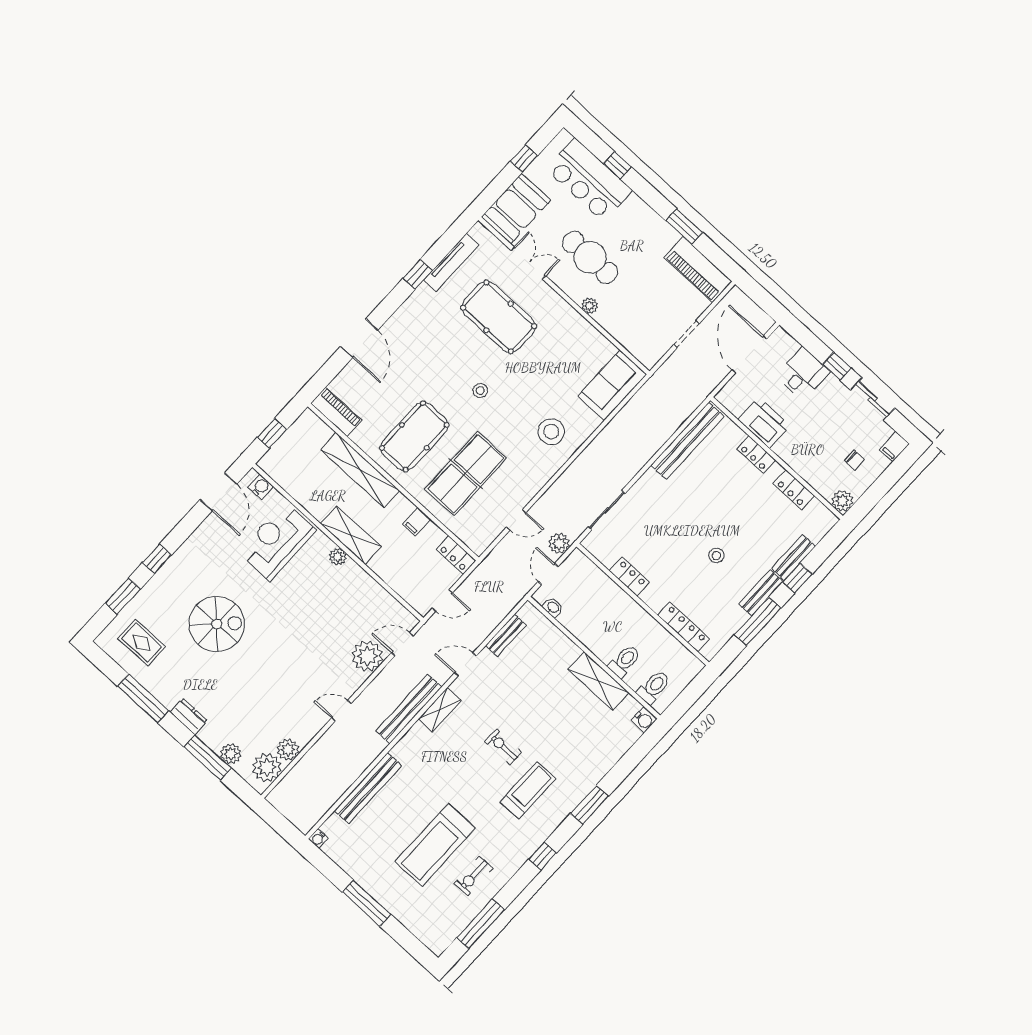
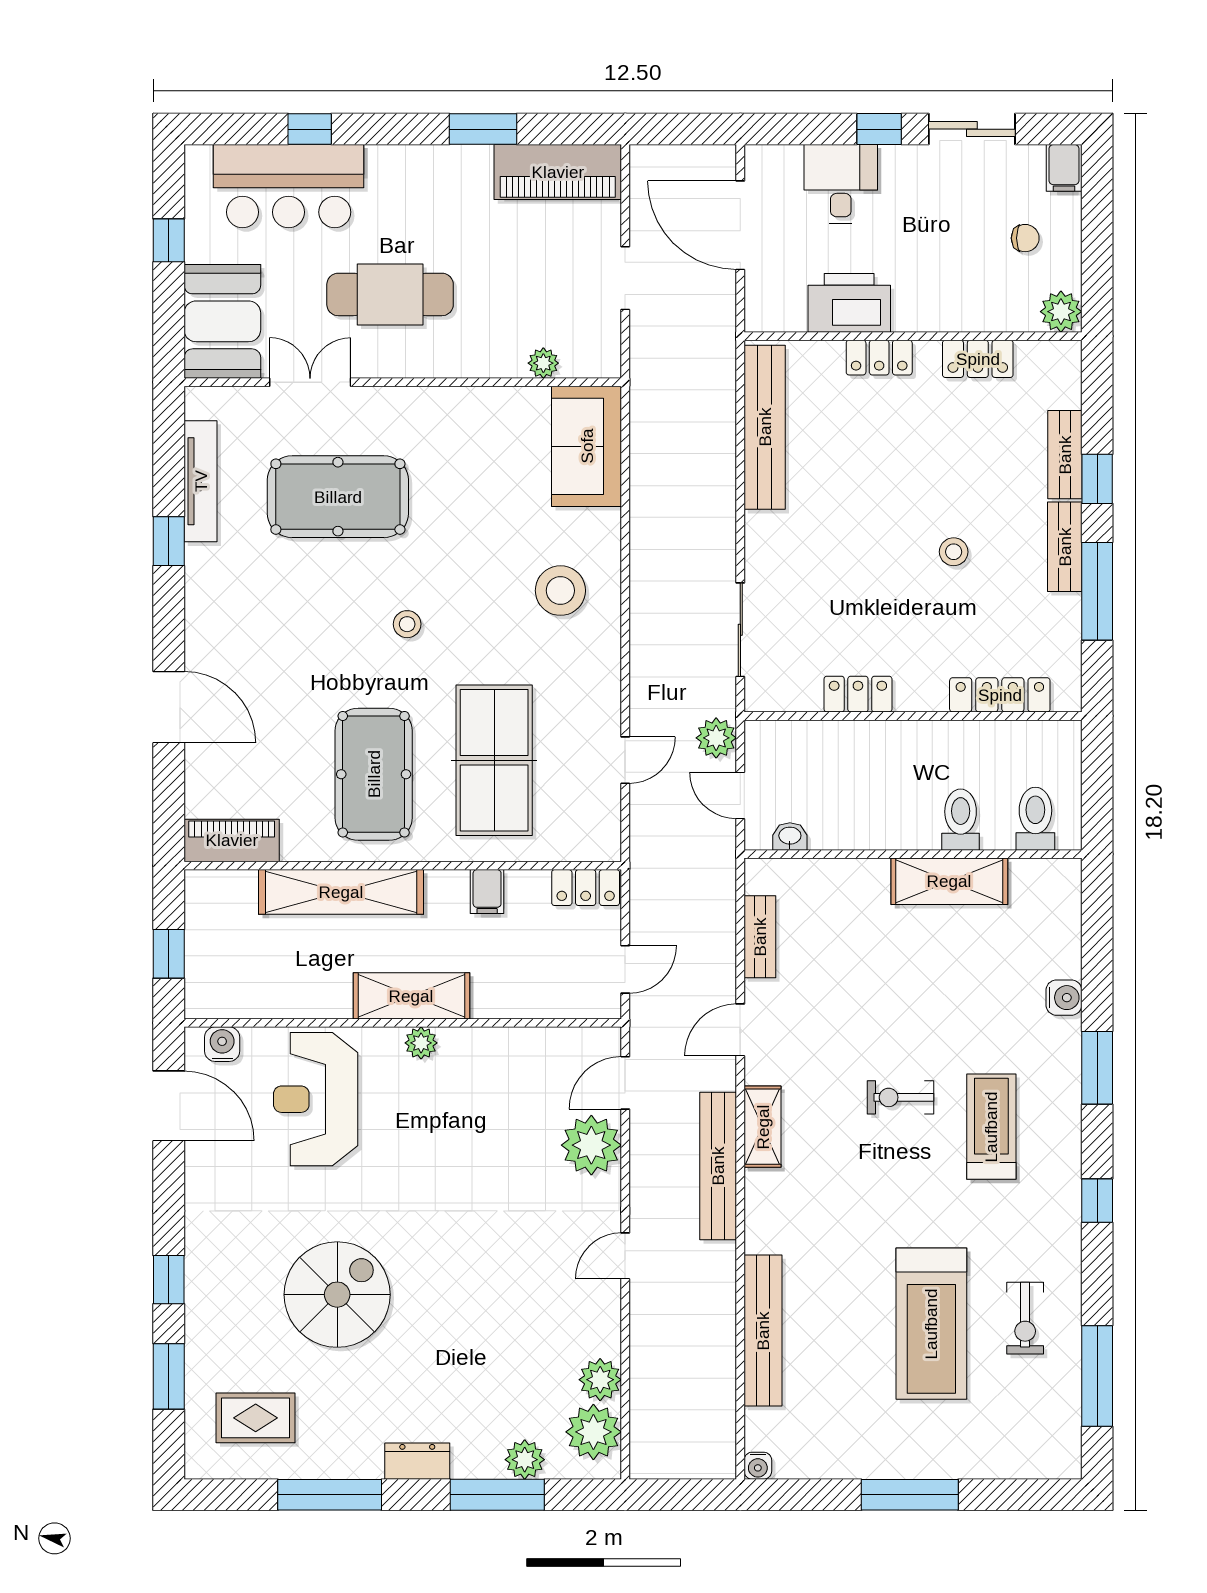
plant: (590, 306) -> (543, 363), moved
water cooler: (644, 720) -> (1064, 998), moved

